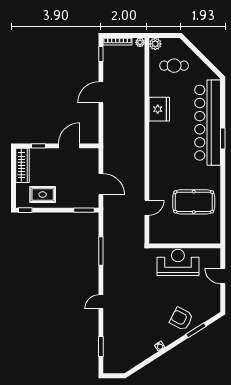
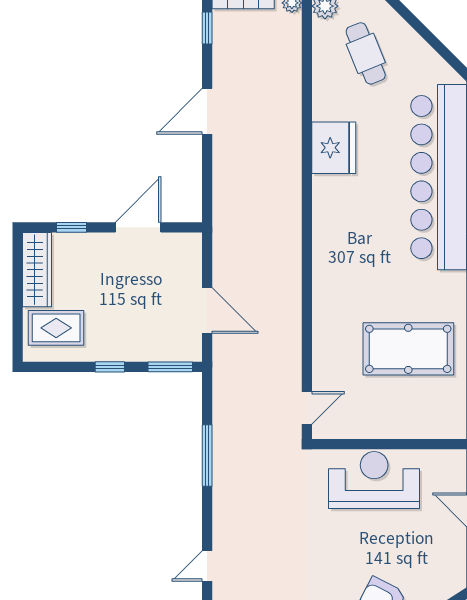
cafe table: (174, 66) -> (366, 53), turned 68
rug: (43, 195) -> (56, 328), moved
door: (147, 208) -> (307, 408), moved
window: (25, 210) -> (110, 367), moved

